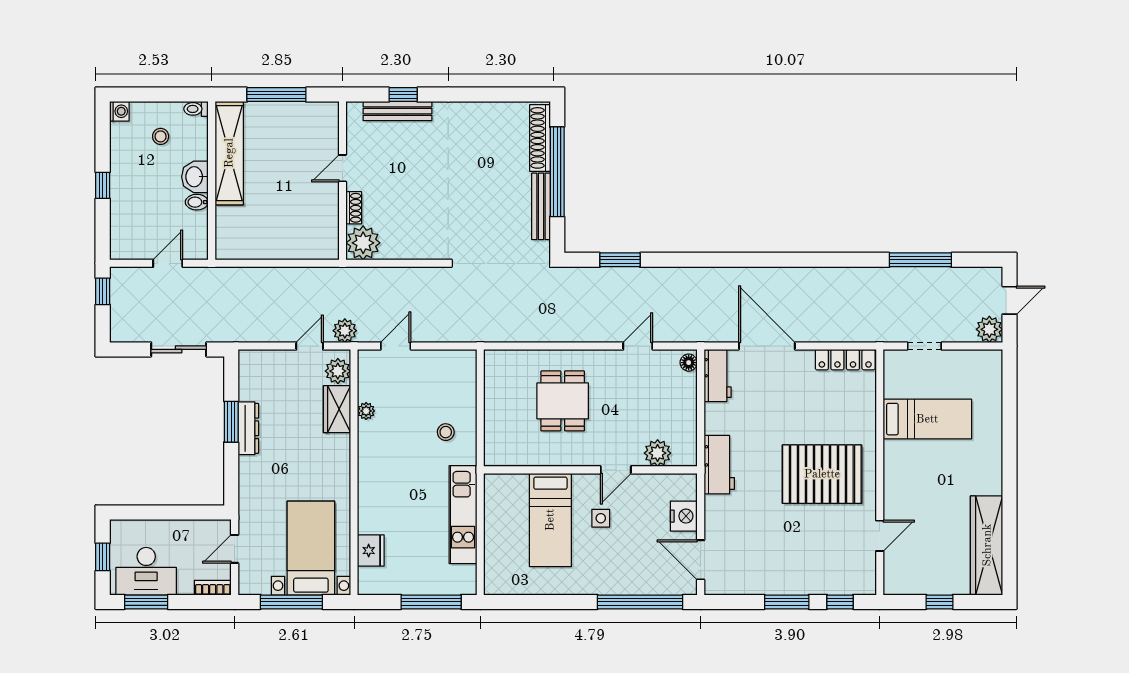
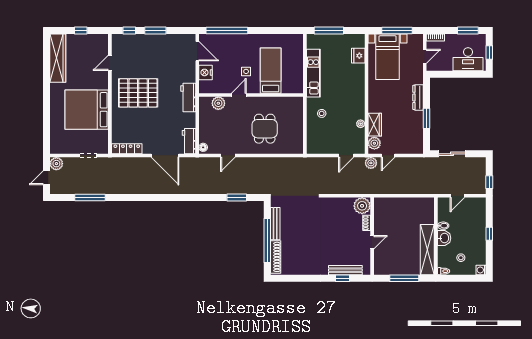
bed: (927, 419) -> (87, 110), width x2.04
dresser: (248, 428) -> (418, 97), moved
desk: (146, 571) -> (468, 59), moved, turned 180

